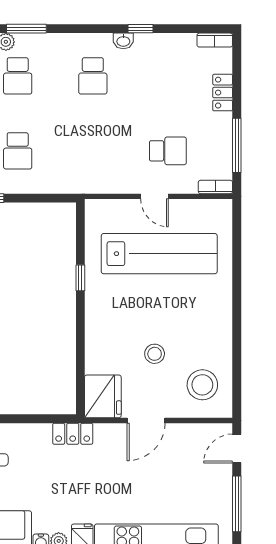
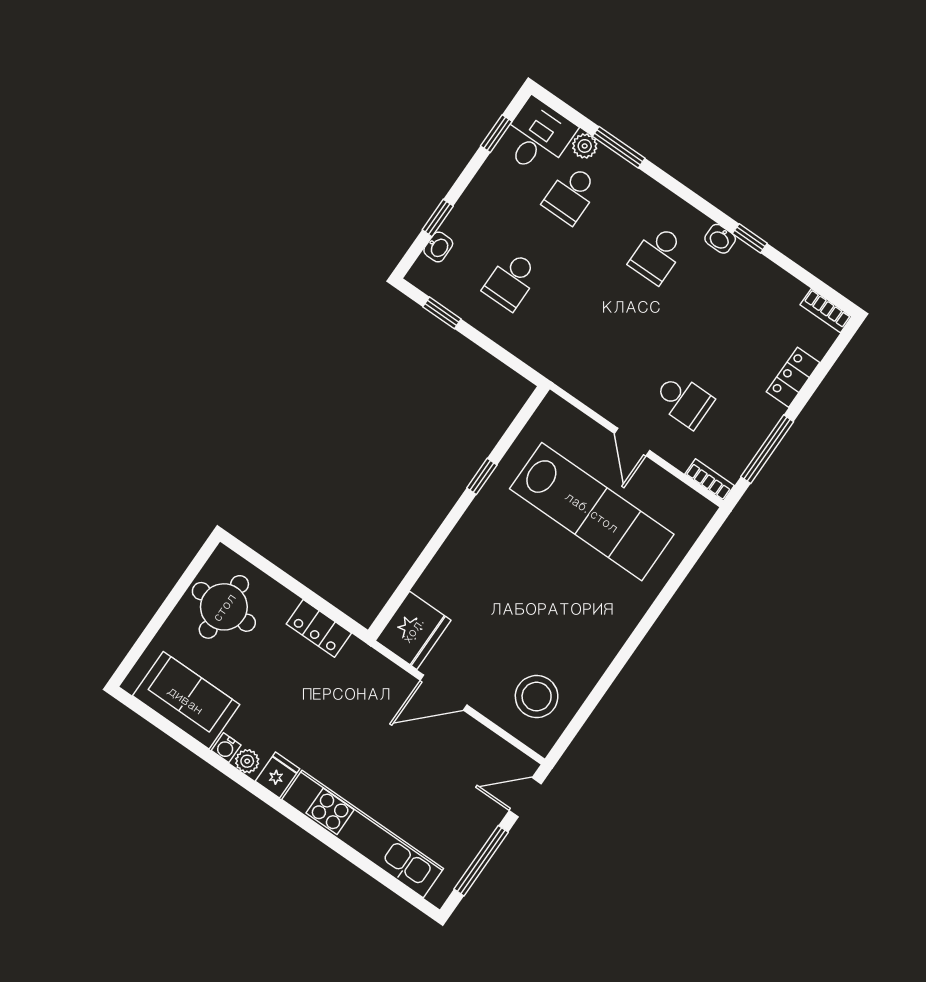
stool: (155, 354) -> (506, 623), removed
locker: (73, 434) -> (319, 628), moved

